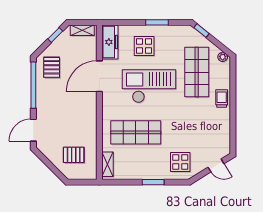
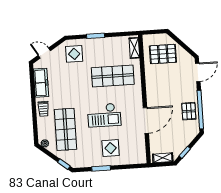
freezer: (110, 42) -> (41, 83), moved, turned 180
pallet: (52, 67) -> (189, 111), moved
checkout: (149, 86) -> (104, 115), width x0.73, depth x0.83
pallet: (74, 155) -> (163, 54), width x1.50, depth x1.42

